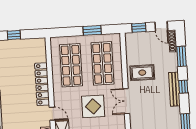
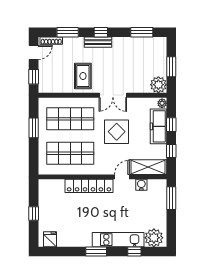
bench: (174, 89) -> (98, 42), width x0.73

